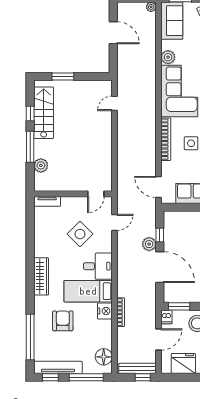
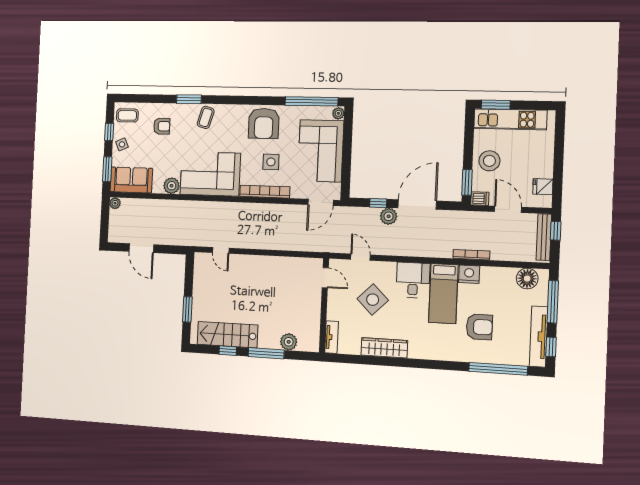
door: (113, 33) -> (141, 248), swing flipped
wardrobe: (41, 276) -> (384, 348), moved
armchair: (63, 321) -> (479, 327), turned 180
fridge: (183, 363) -> (543, 187), width x0.53, depth x0.75

